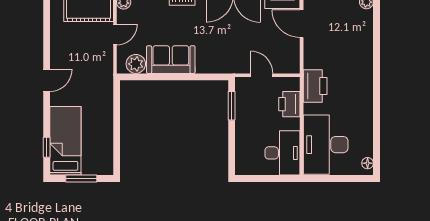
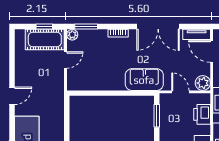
sofa: (171, 60) -> (144, 80), moved
plant: (136, 64) -> (203, 83), moved

